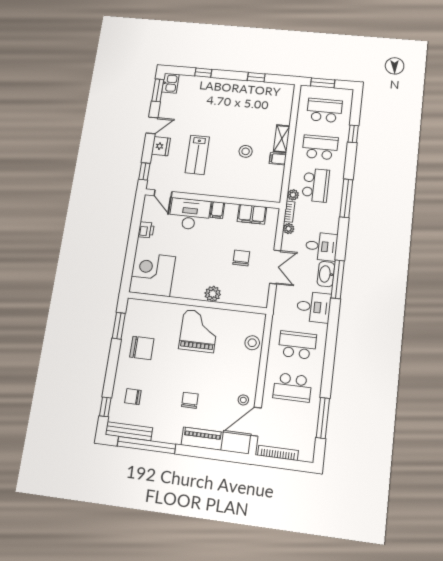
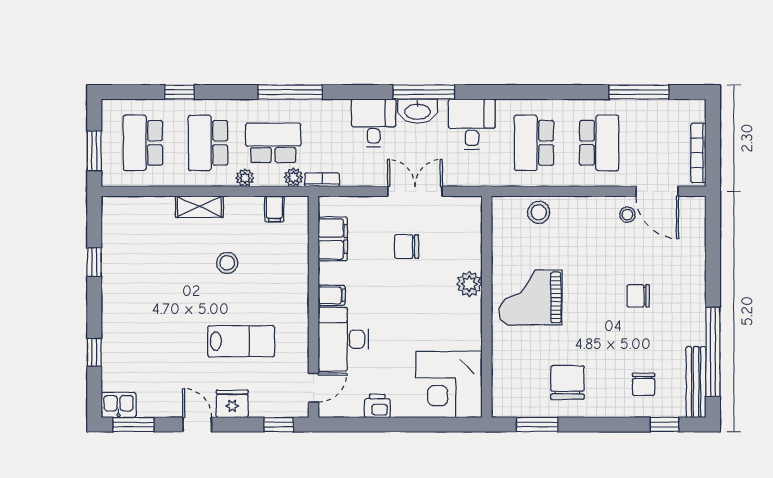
filing cabinet: (278, 159) -> (274, 209), moved
plant: (289, 229) -> (245, 178), moved
piano: (202, 439) -> (692, 269), removed

